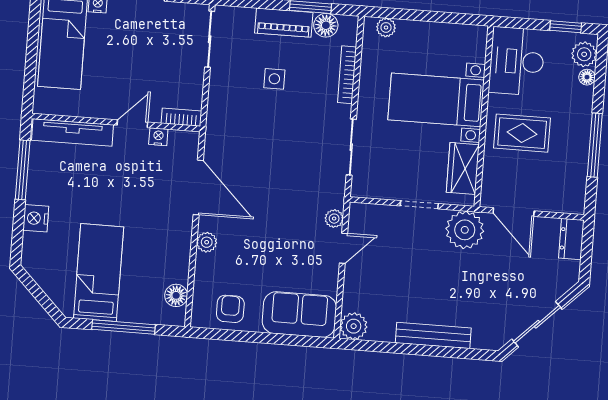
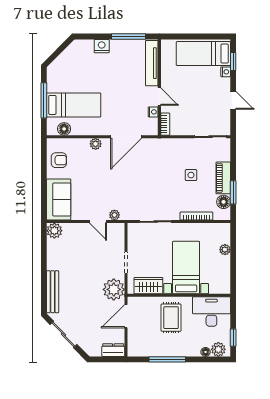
plant: (386, 27) -> (225, 250), moved
bed: (99, 273) -> (74, 105), moved
bench: (433, 335) -> (53, 292), moved

